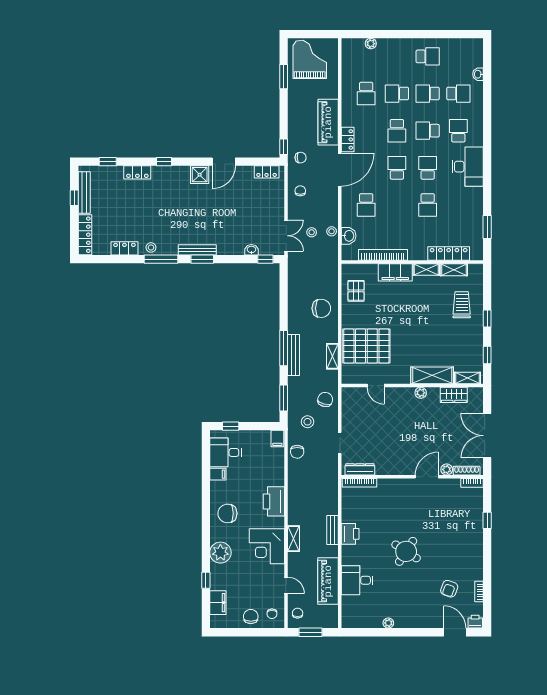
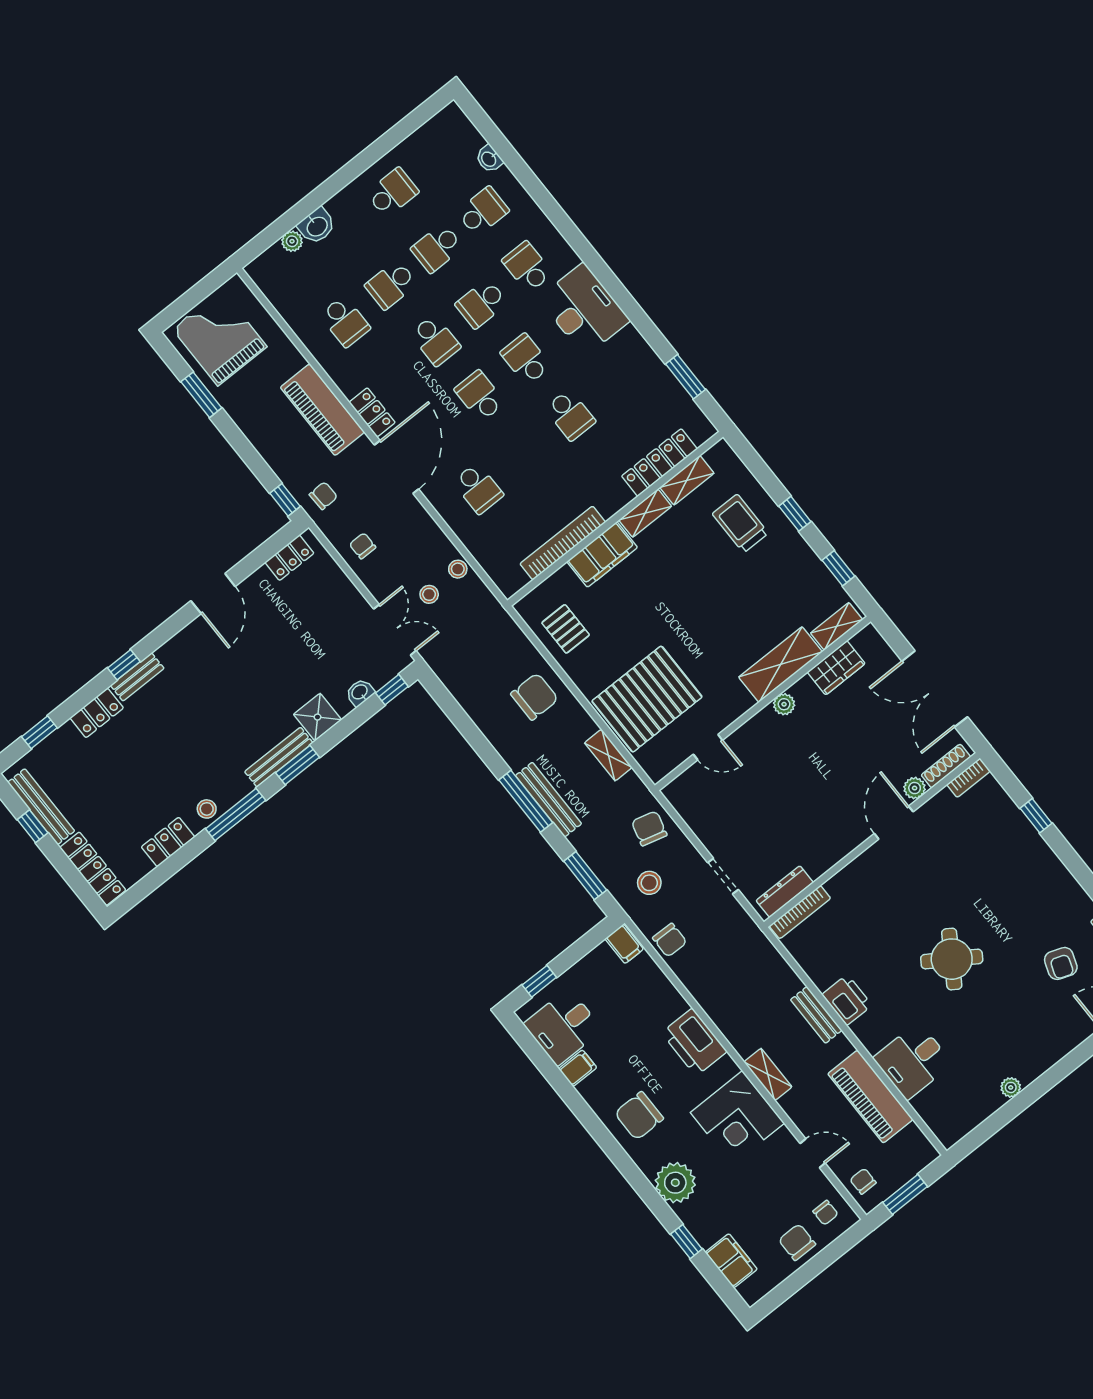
bench: (166, 171) -> (137, 677), added
shower: (200, 175) -> (317, 717), moved
washbasin: (349, 236) -> (317, 226), moved, turned 90

